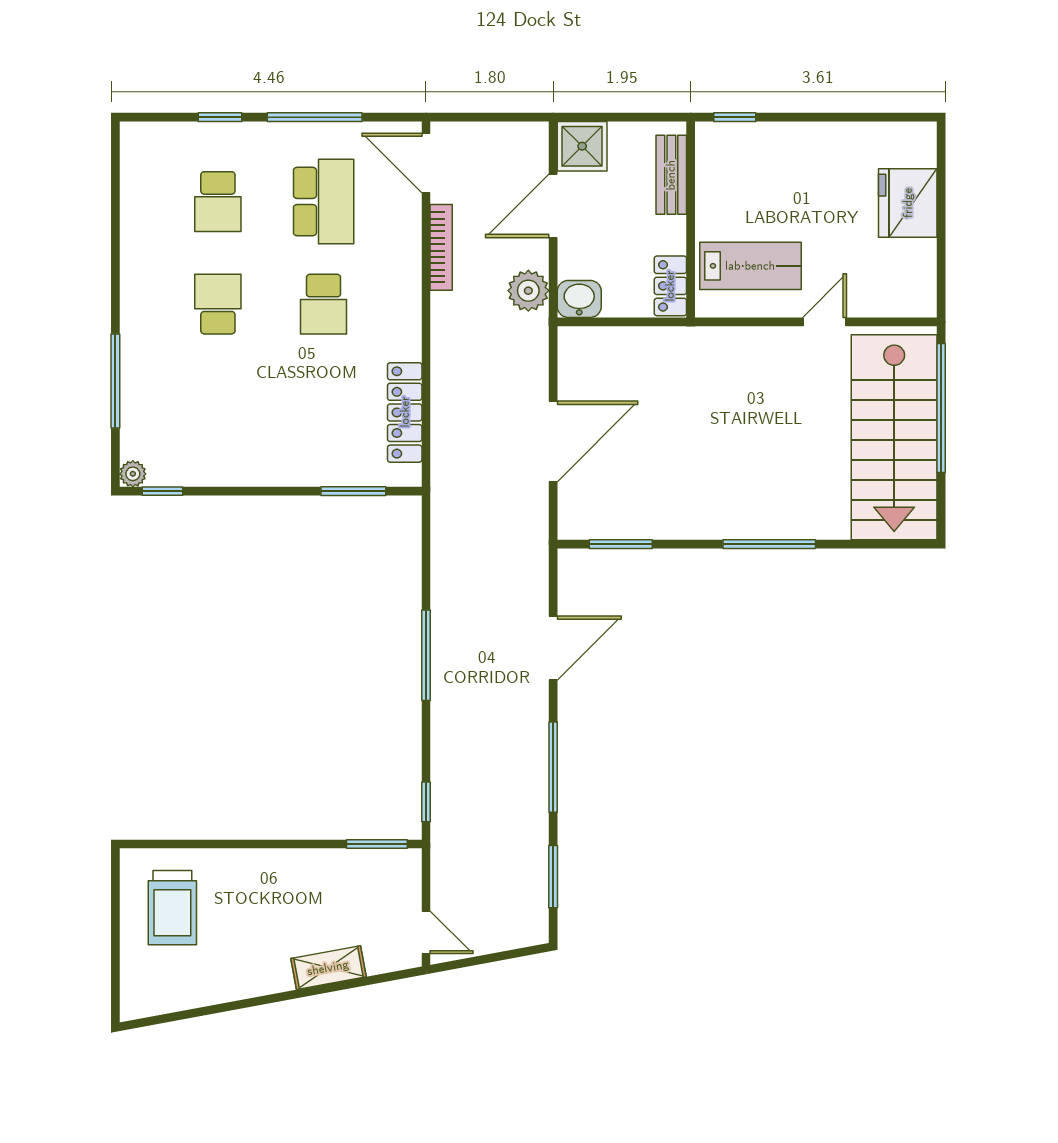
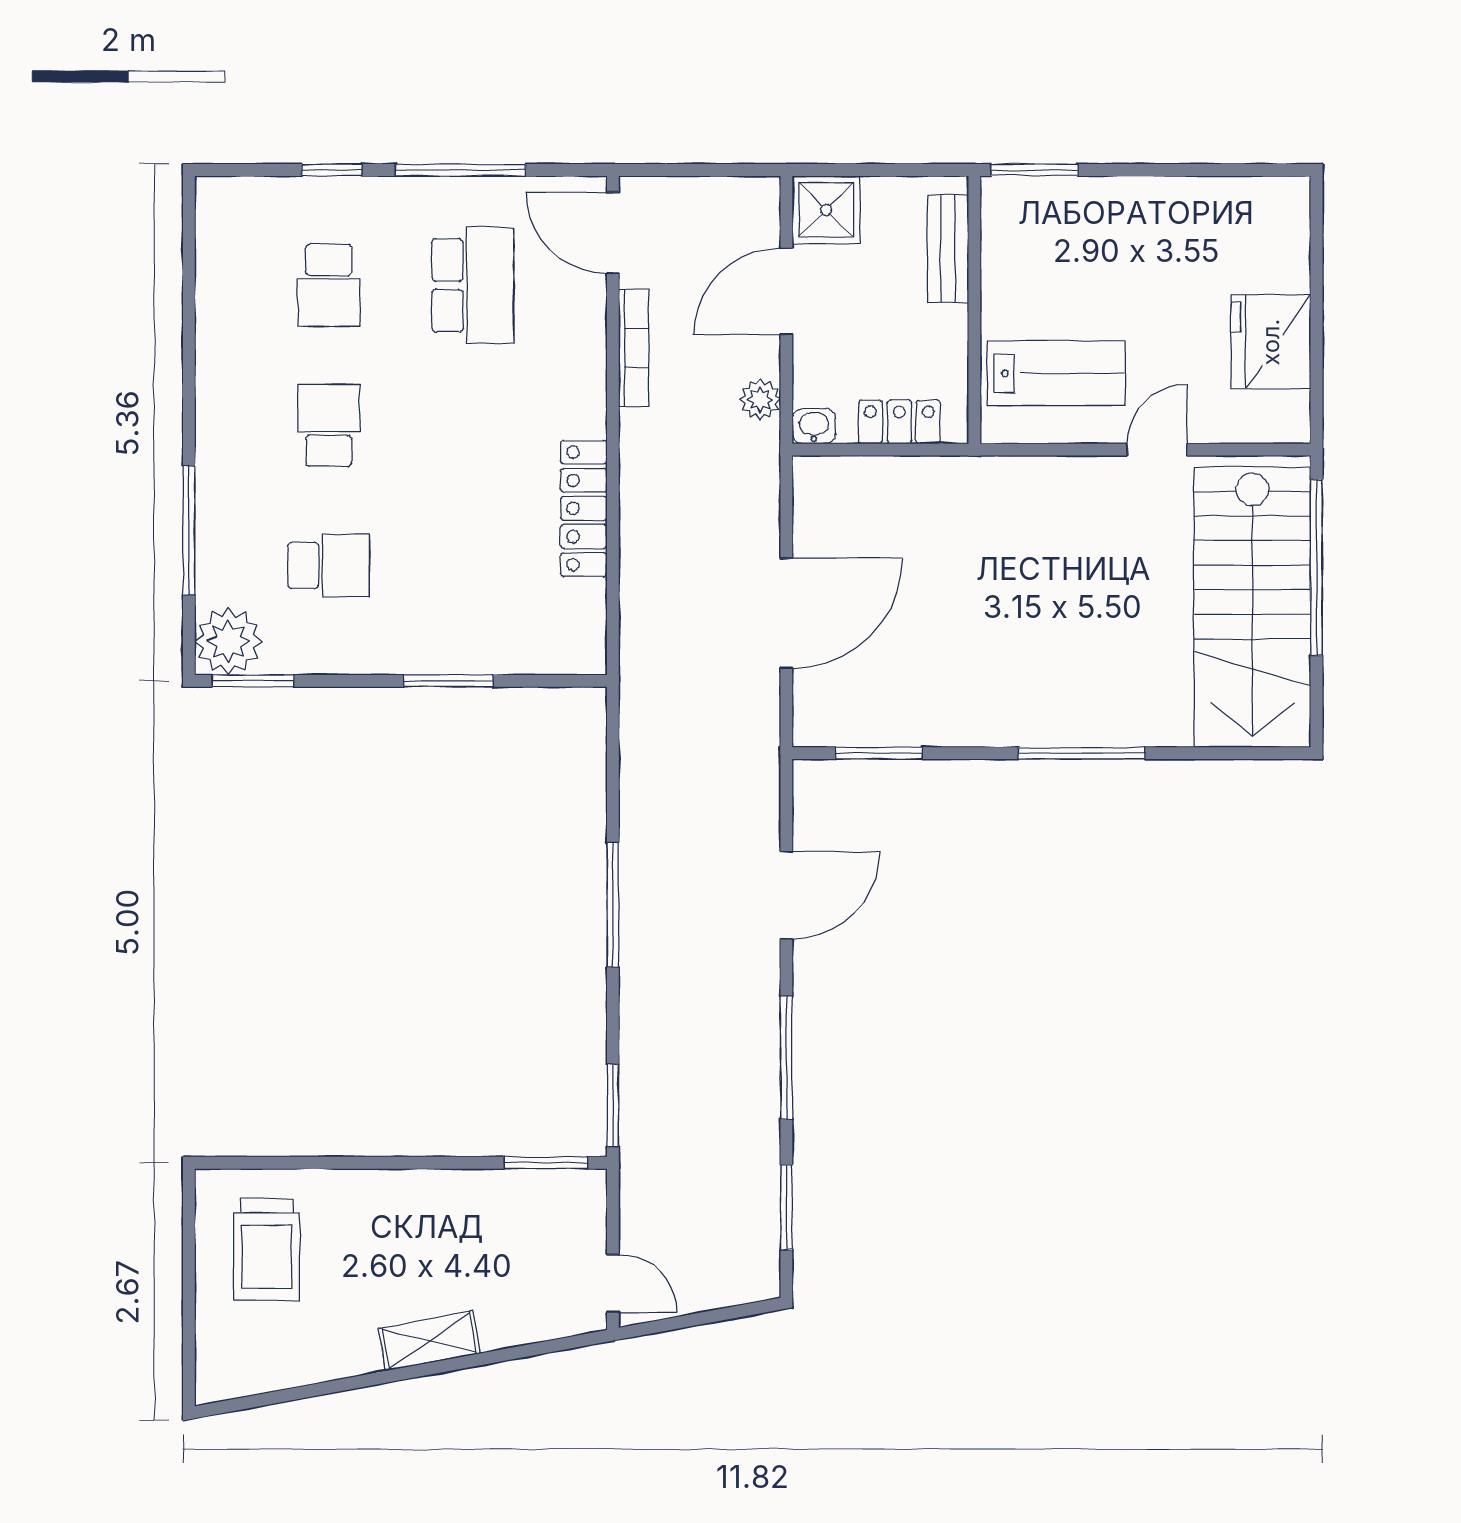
window: (735, 117) -> (1035, 170), width x1.50
fridge: (908, 203) -> (1271, 342), moved
locker: (670, 286) -> (899, 422), moved, turned 90
plant: (528, 291) -> (760, 399), width x0.73, depth x0.73
washbasin: (579, 299) -> (814, 426), width x0.72, depth x0.69
school desk: (324, 304) -> (329, 566), moved, turned -90
locker: (405, 412) -> (584, 508), moved
plant: (133, 474) -> (228, 641), width x1.87, depth x1.87
window: (163, 491) -> (253, 681), width x1.50
window: (353, 491) -> (448, 681), moved
window: (426, 802) -> (613, 1105), width x1.50
shelving: (328, 968) -> (429, 1341), moved

